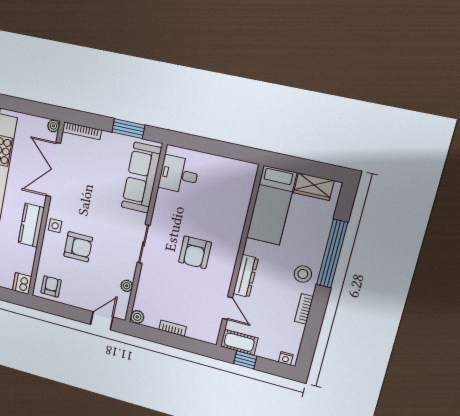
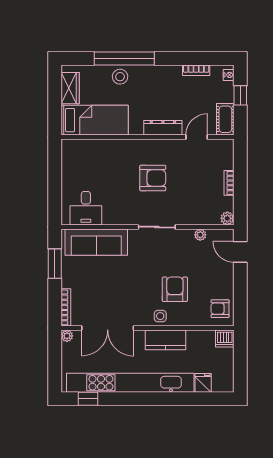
stool: (303, 274) -> (120, 77), moved
bookcase: (304, 309) -> (196, 70), moved
window: (245, 360) -> (240, 95), moved

